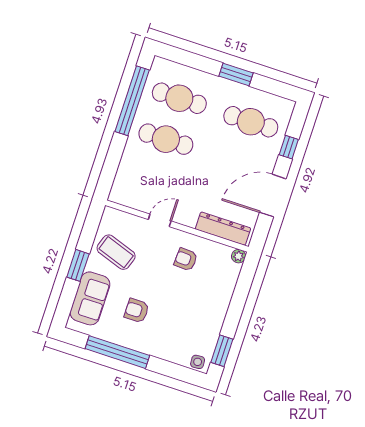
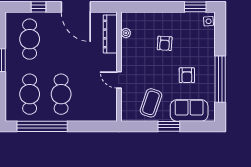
plant: (238, 256) -> (126, 33), moved
armchair: (186, 259) -> (165, 43), moved

